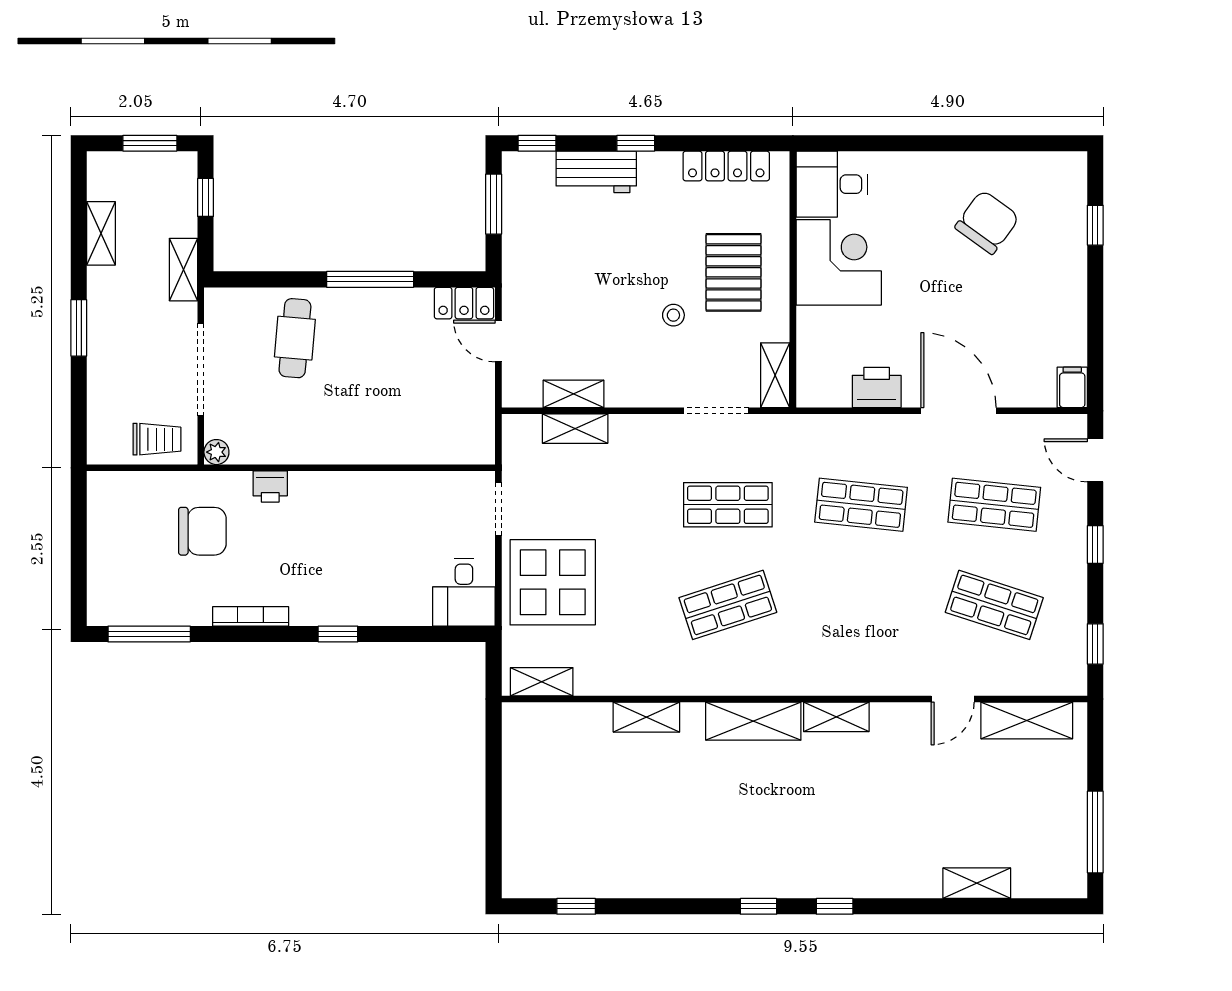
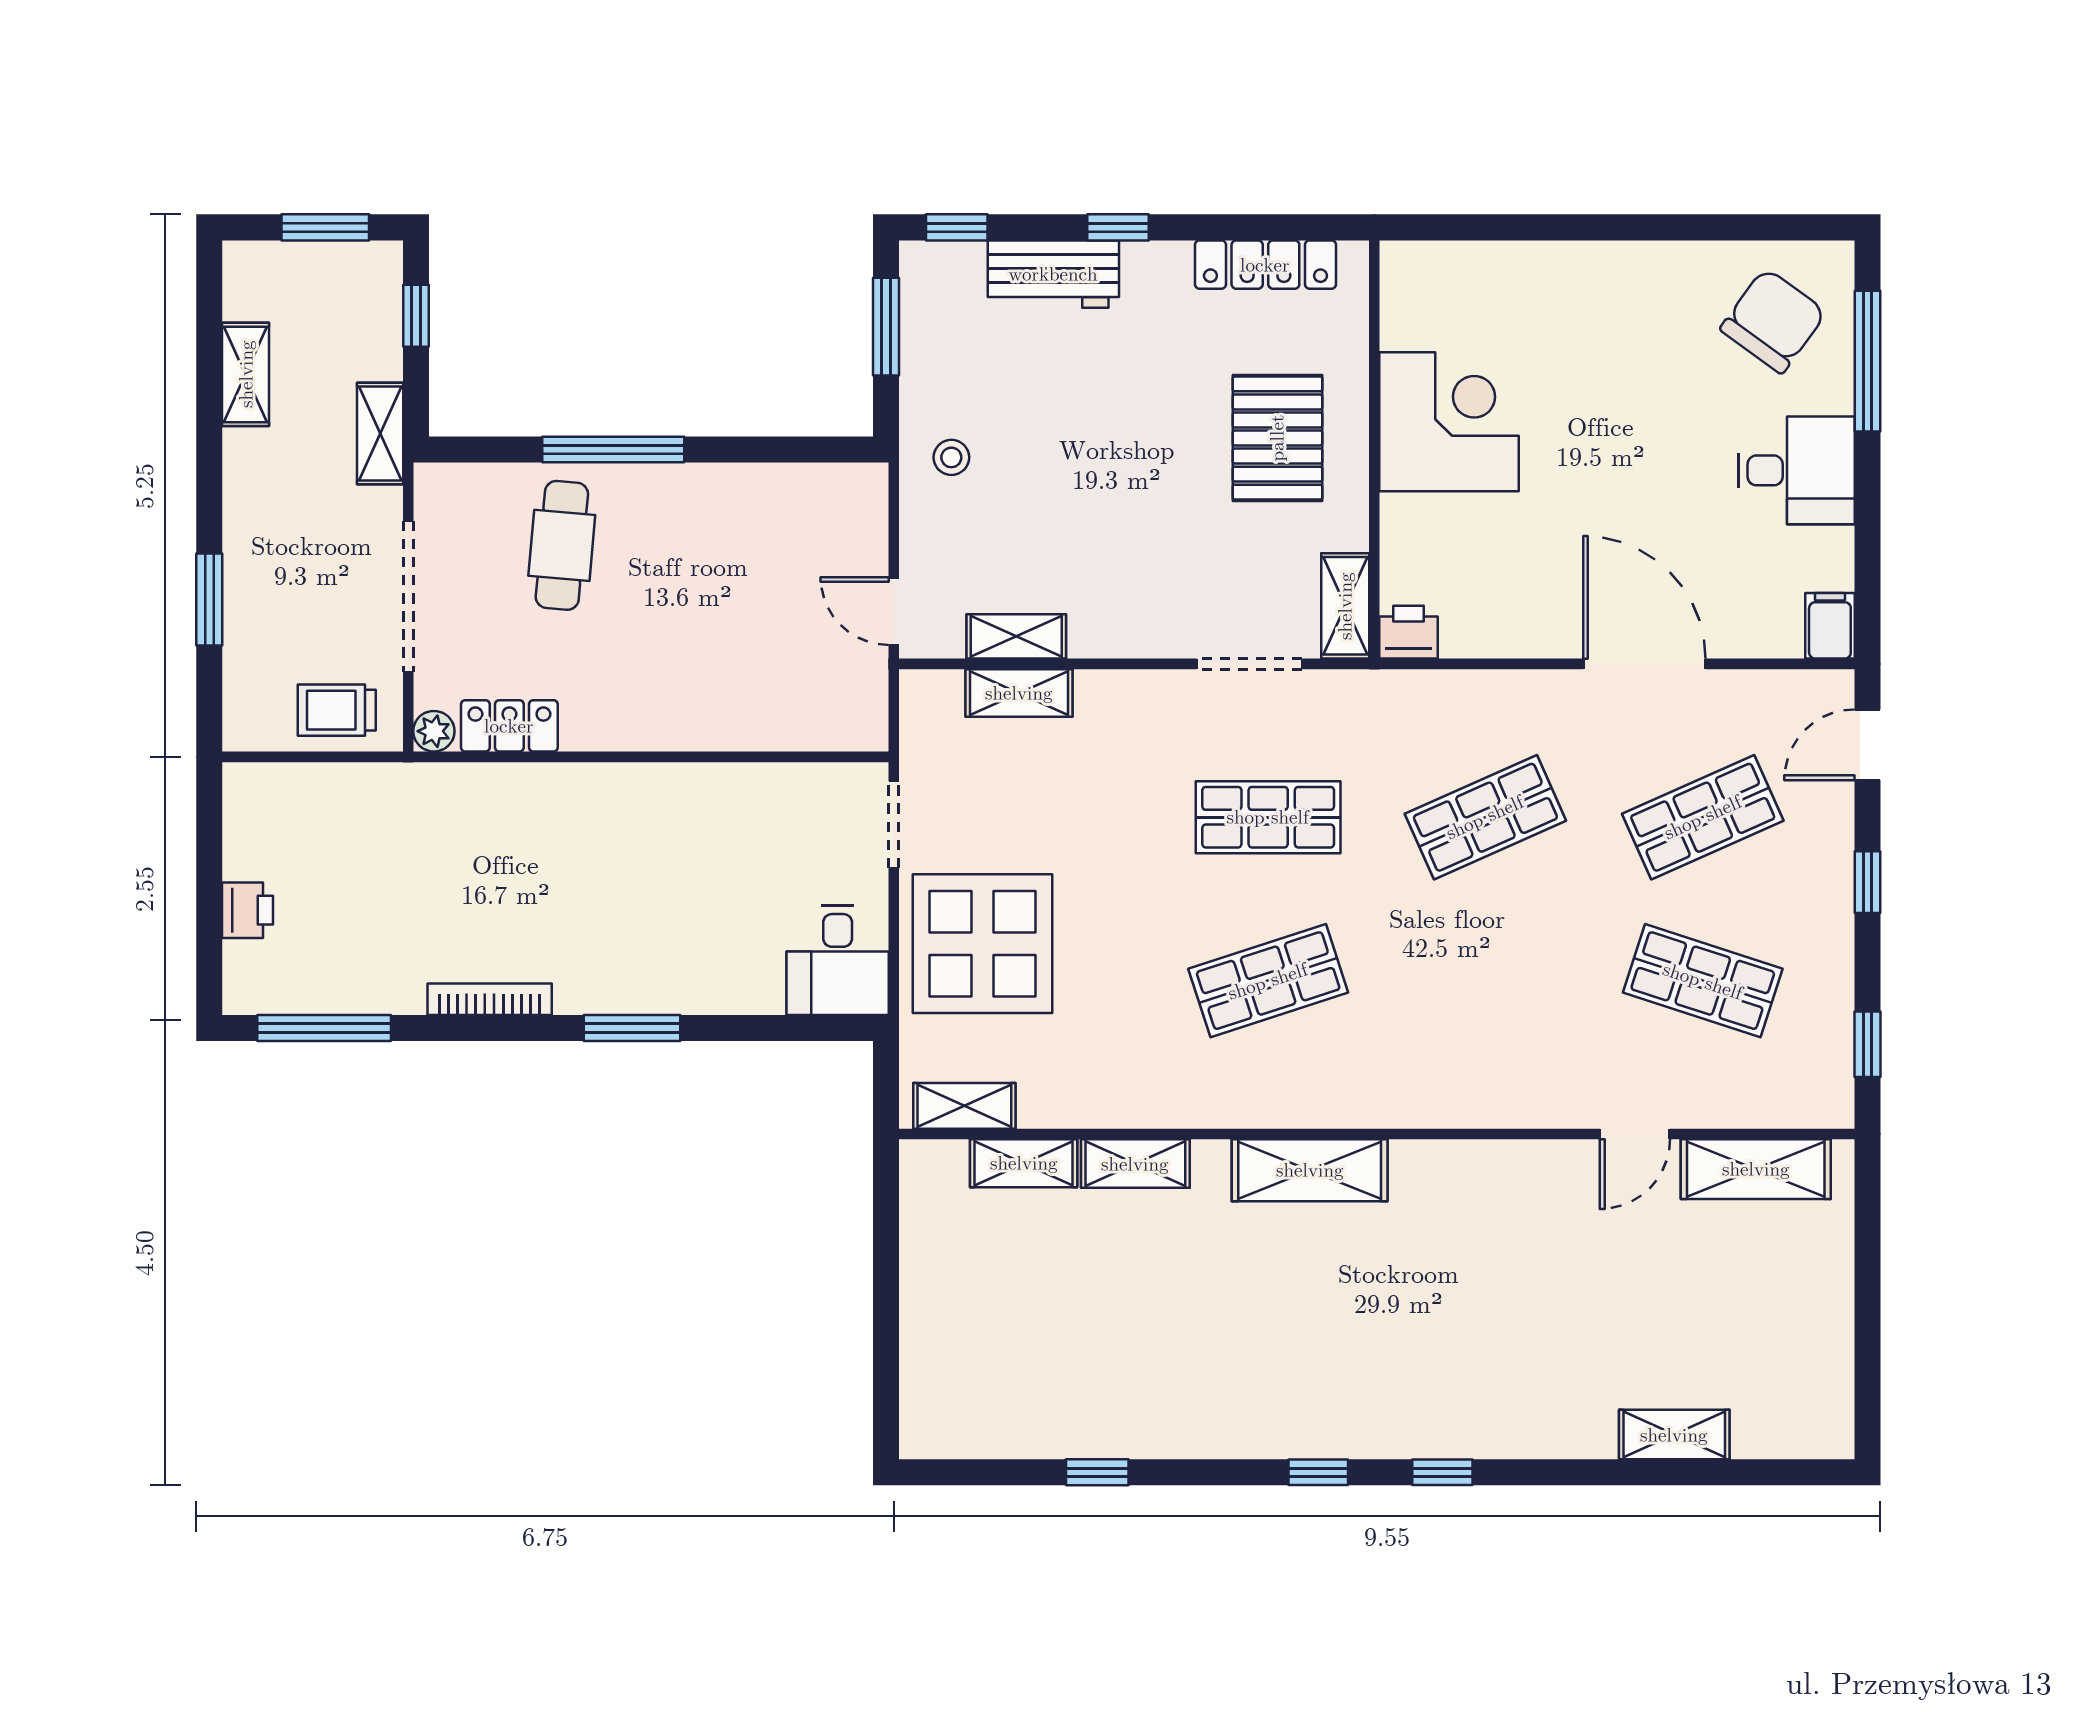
desk: (832, 184) -> (1797, 470), moved, turned 180
chair: (987, 222) -> (1773, 321), moved
window: (1095, 225) -> (1868, 361), width x2.17
window: (370, 279) -> (613, 449), moved
locker: (464, 303) -> (509, 726), moved, turned 180
stool: (673, 315) -> (951, 457), moved
window: (79, 328) -> (209, 600), moved
door: (498, 341) -> (894, 611), moved
printer: (877, 387) -> (1409, 632), moved, width x0.73, depth x0.81
trolley: (157, 439) -> (337, 710), turned 180
door: (1095, 460) -> (1868, 745), hinge flipped
printer: (270, 486) -> (248, 910), moved, turned -90
shop shelf: (861, 505) -> (1485, 817), turned -30
shop shelf: (994, 505) -> (1703, 817), turned -30
chair: (202, 531) -> (411, 860), removed
window: (338, 634) -> (632, 1028), width x1.50
shelving: (836, 717) -> (1024, 1163), moved
window: (1095, 832) -> (1868, 1351), removed
window: (576, 906) -> (1097, 1472), moved

